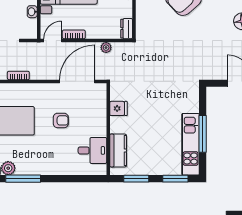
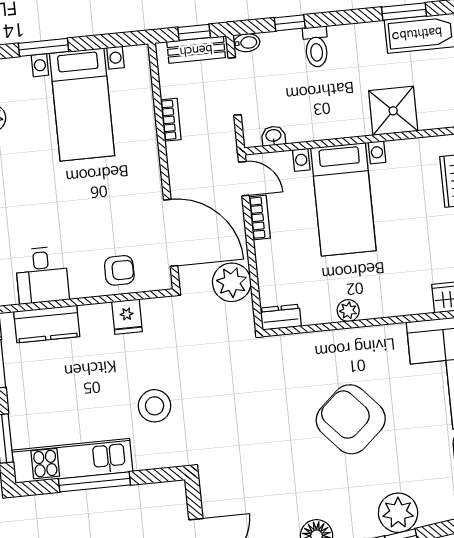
washbasin: (32, 12) -> (273, 136), moved
plant: (106, 48) -> (232, 282), width x1.88, depth x1.88
stool: (166, 99) -> (155, 406), added
armchair: (61, 120) -> (119, 270), moved, turned -90

